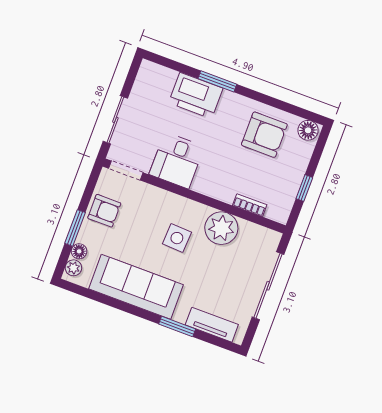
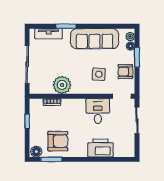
window: (217, 81) -> (51, 159), moved
armchair: (264, 135) -> (58, 141), turned 180
side table: (177, 238) -> (99, 74), moved

